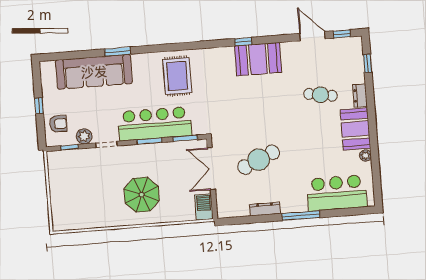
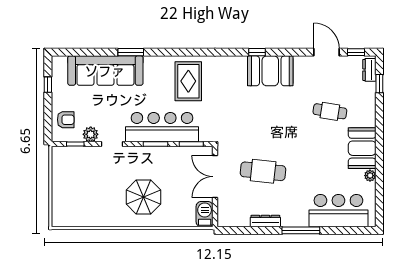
dresser: (360, 96) -> (369, 70), moved
window: (39, 106) -> (48, 85), moved
cafe table: (259, 160) -> (263, 171), turned 30

